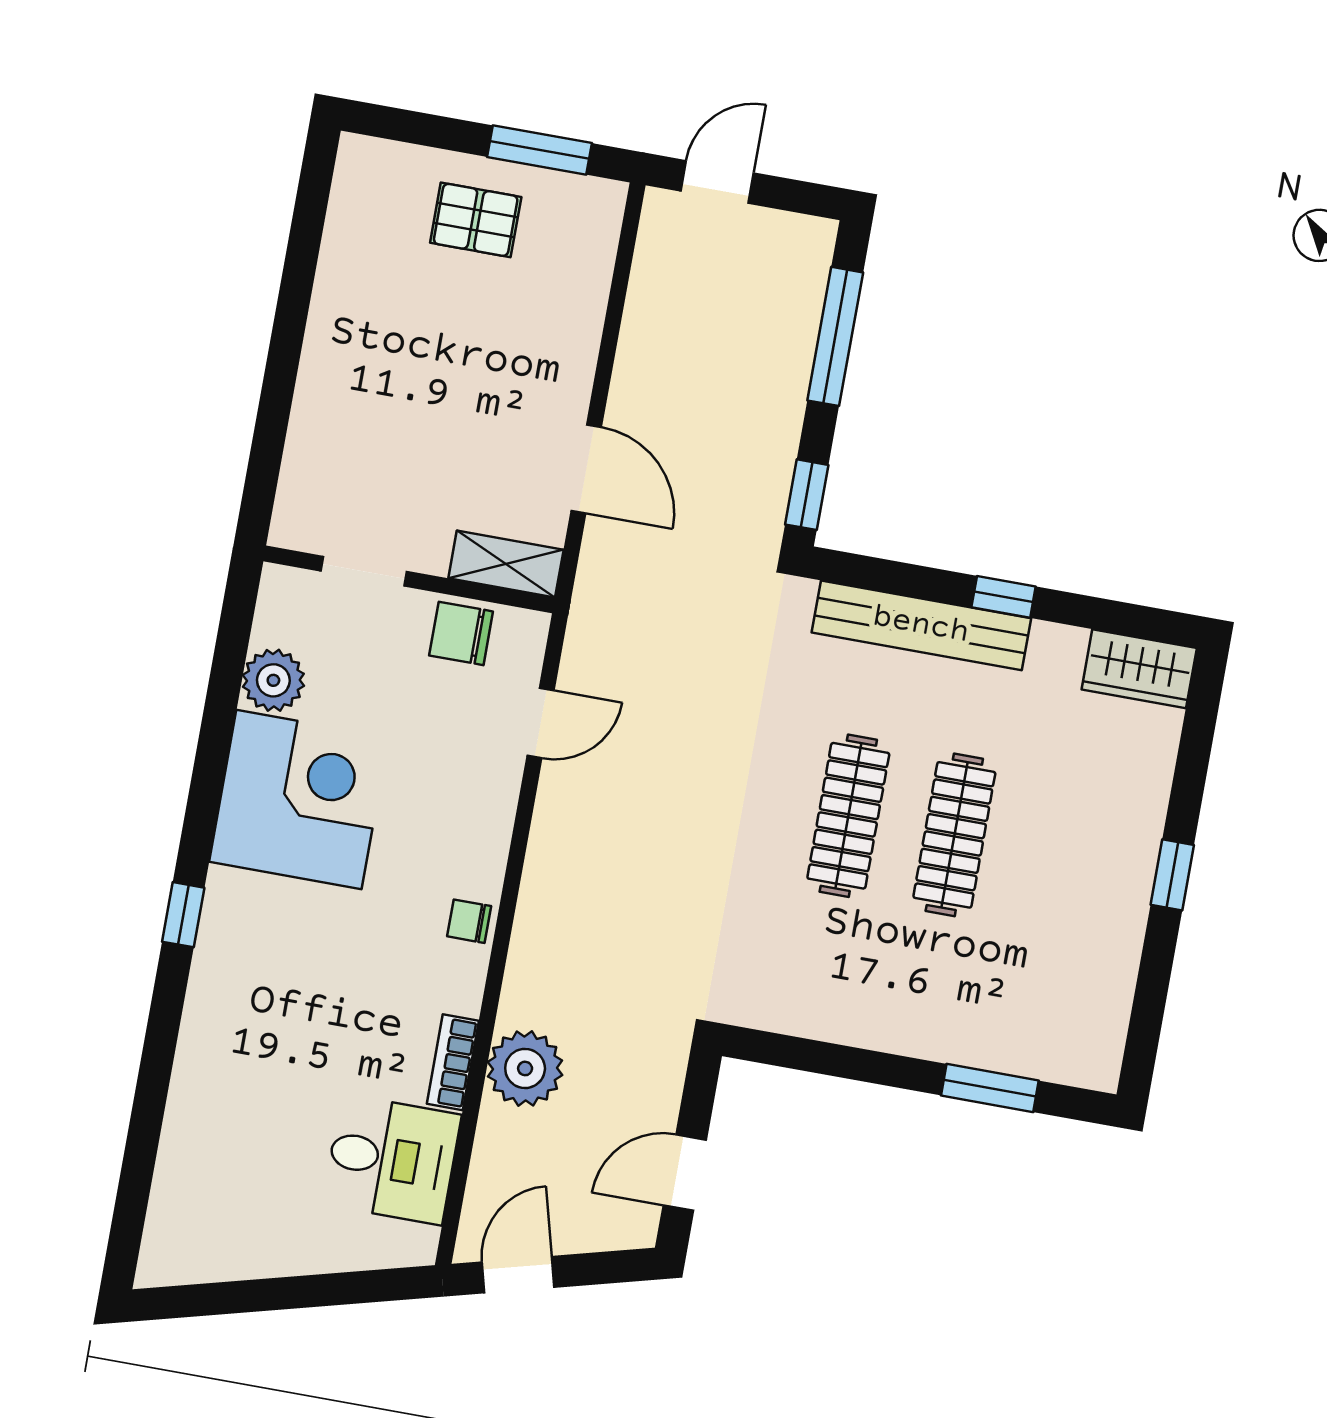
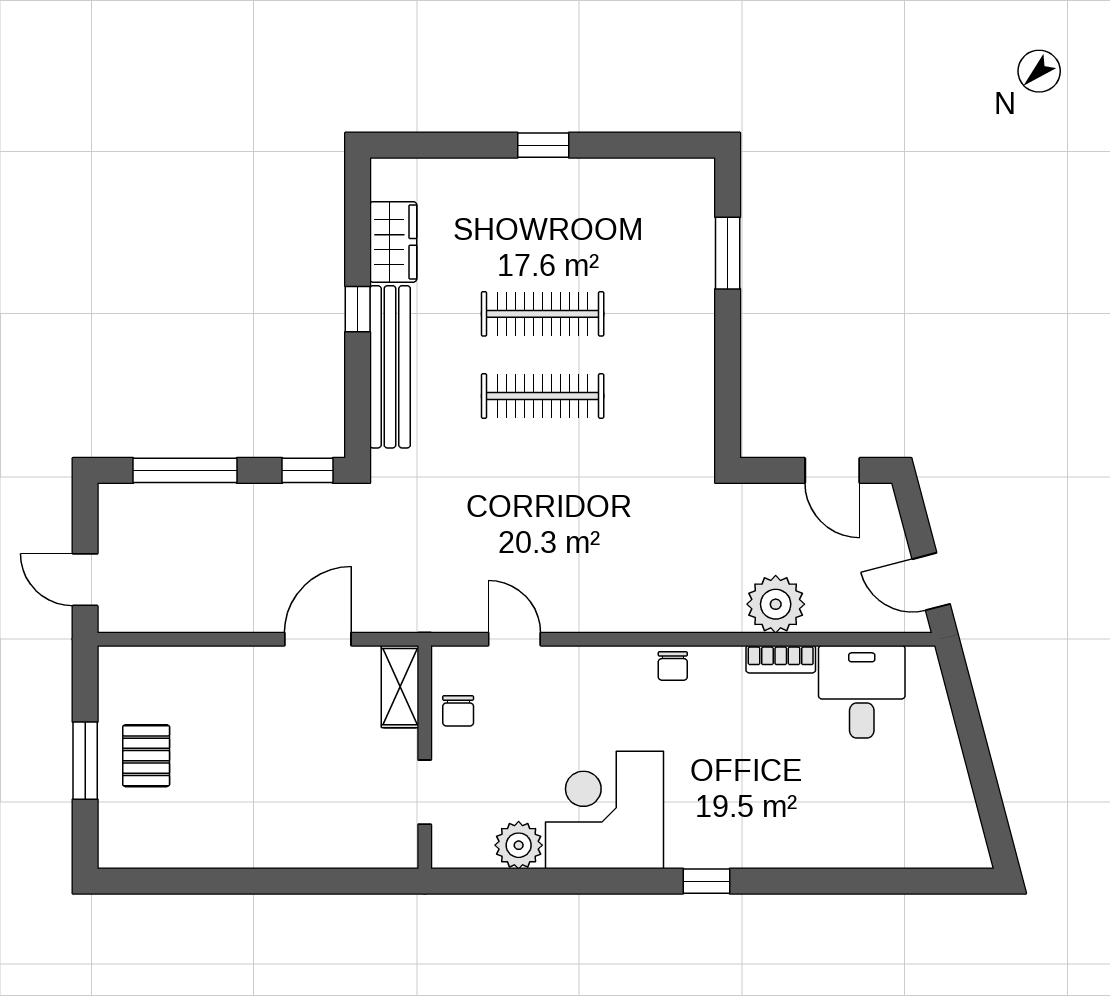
window: (539, 150) -> (85, 761), moved
chair: (461, 633) -> (458, 711), width x0.73, depth x0.73
wardrobe: (1139, 669) -> (393, 242), moved

